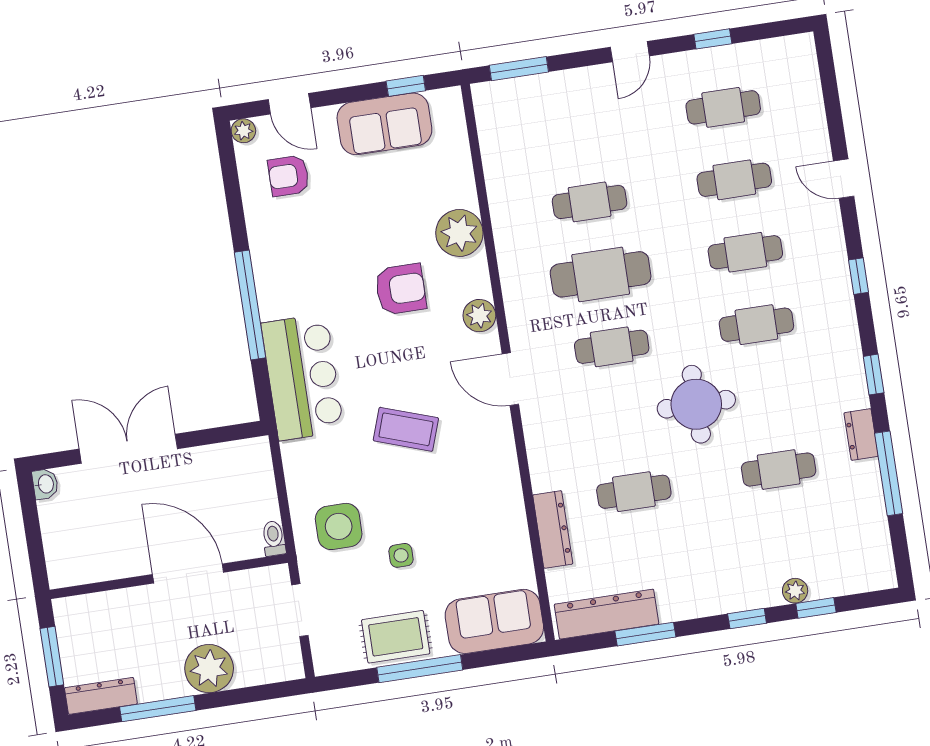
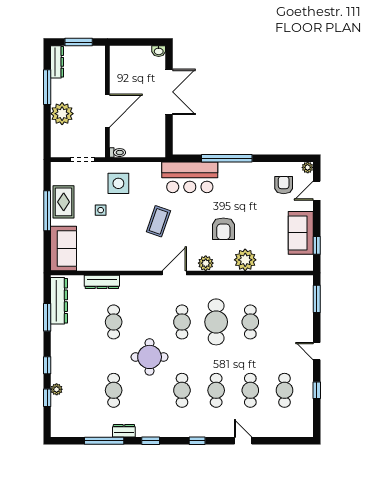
door: (844, 179) -> (243, 441), hinge flipped

